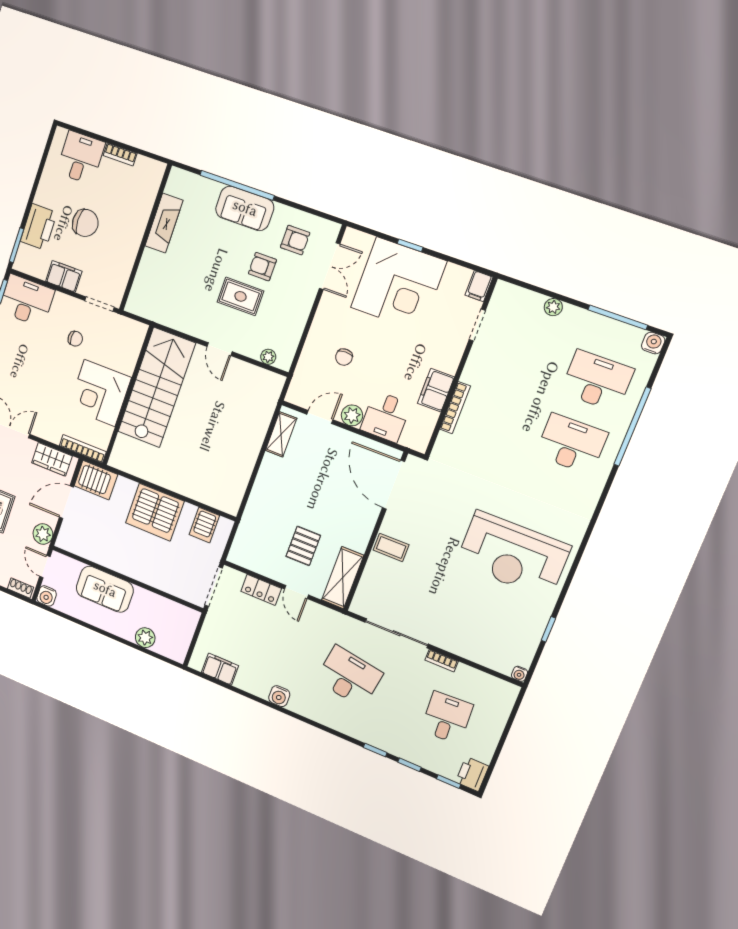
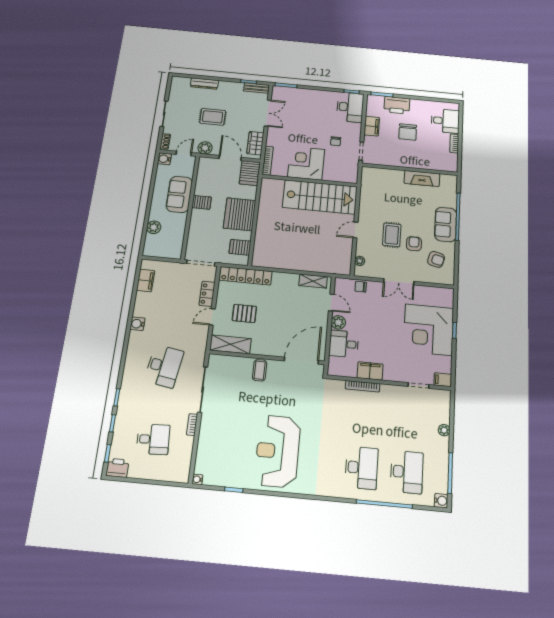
armchair: (295, 240) -> (436, 259), turned -76
double door: (330, 266) -> (399, 282), moved
chair: (344, 357) -> (361, 287), moved
locker: (248, 529) -> (246, 276), added
server rack: (124, 561) -> (202, 202), added

